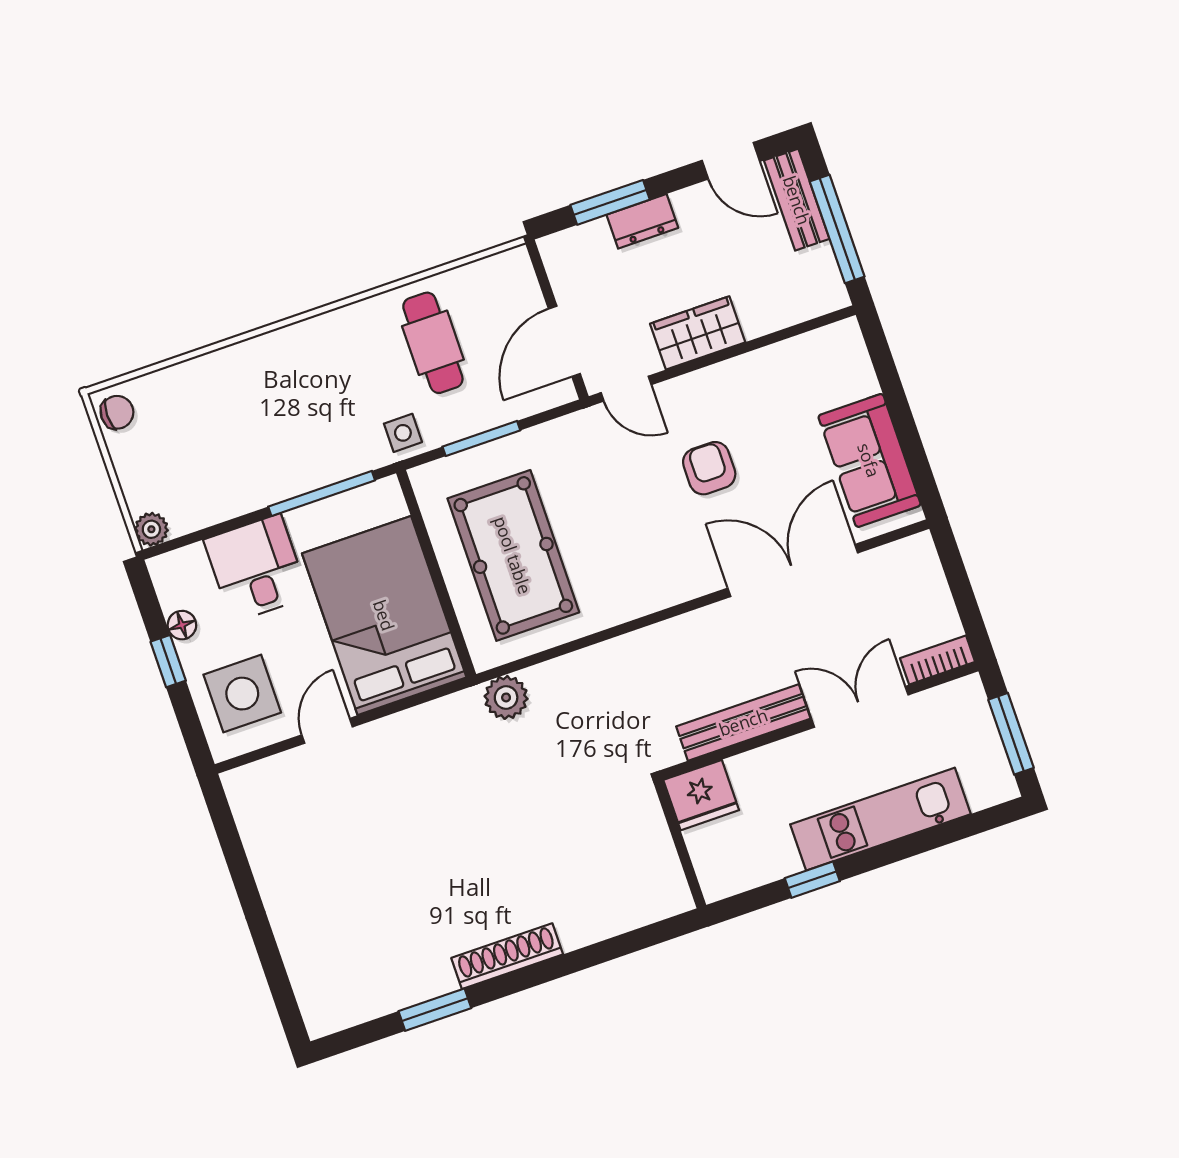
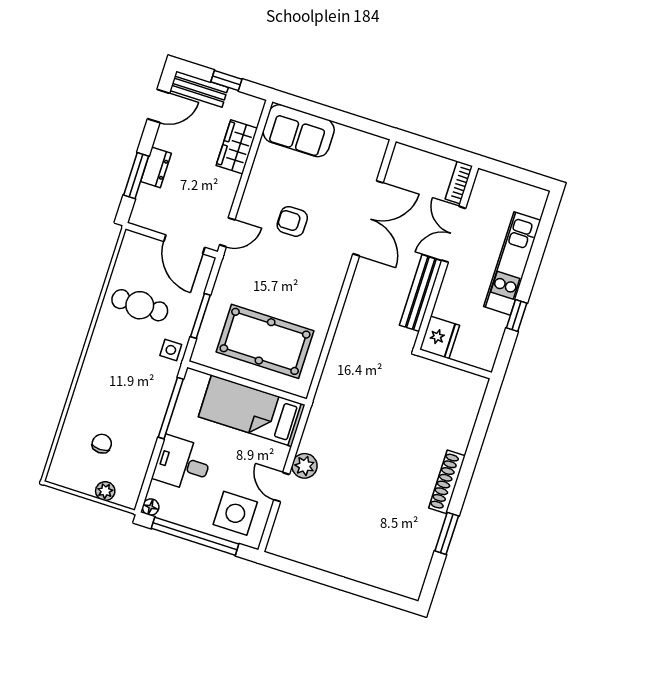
window: (837, 229) -> (226, 80), width x0.46
wardrobe: (698, 333) -> (237, 147), moved
chair: (117, 412) -> (102, 444), moved
sofa: (869, 460) -> (299, 131), moved
plant: (151, 529) -> (105, 491), moved
double door: (793, 570) -> (368, 218), swing flipped
bed: (384, 615) -> (252, 411), width x0.67
floor lamp: (182, 625) -> (151, 507), moved
window: (168, 661) -> (195, 536), width x3.17
plant: (506, 697) -> (305, 466), moved
window: (1011, 734) -> (518, 174), removed

